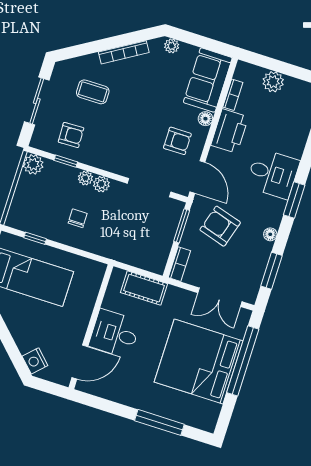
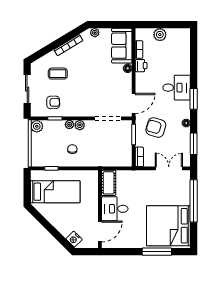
printer: (230, 131) -> (141, 66), width x0.53, depth x0.68
armchair: (177, 141) -> (116, 86), removed
door: (197, 177) -> (134, 103), hinge flipped
cot: (144, 288) -> (109, 183), moved, turned 90
double door: (220, 297) -> (169, 168), swing flipped
bed: (199, 361) -> (168, 226), moved

